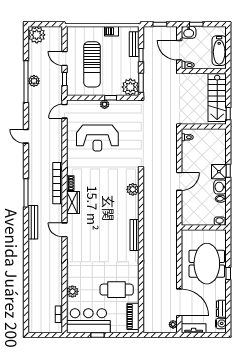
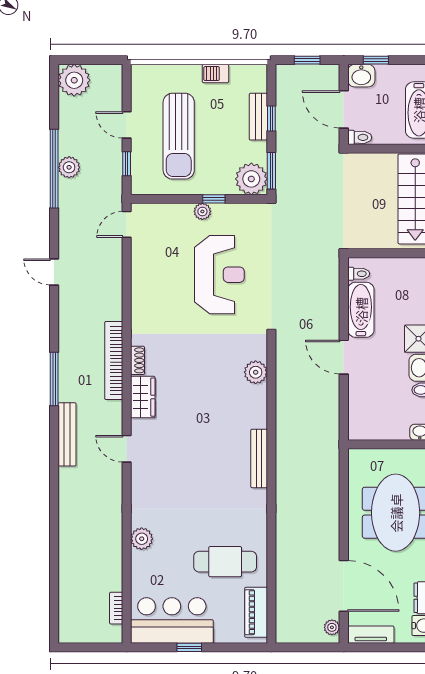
bench: (134, 44) -> (258, 117), moved
reception desk: (97, 138) -> (219, 275), moved, turned -90
bathtub: (188, 156) -> (361, 310), added
door: (179, 181) -> (344, 357), swing flipped
plant: (72, 291) -> (142, 539), moved

